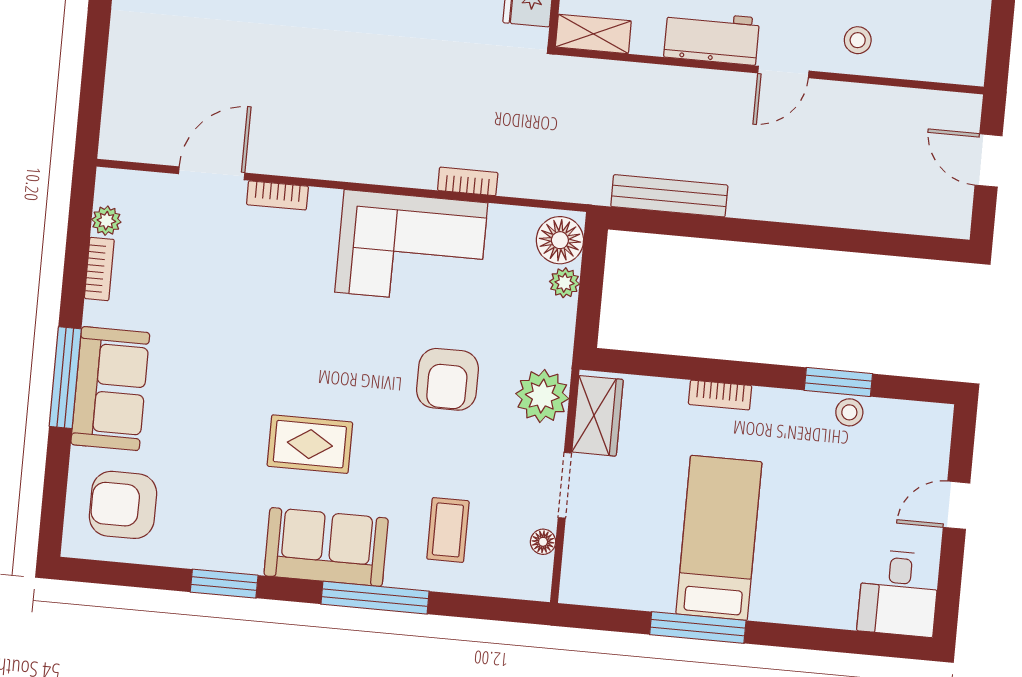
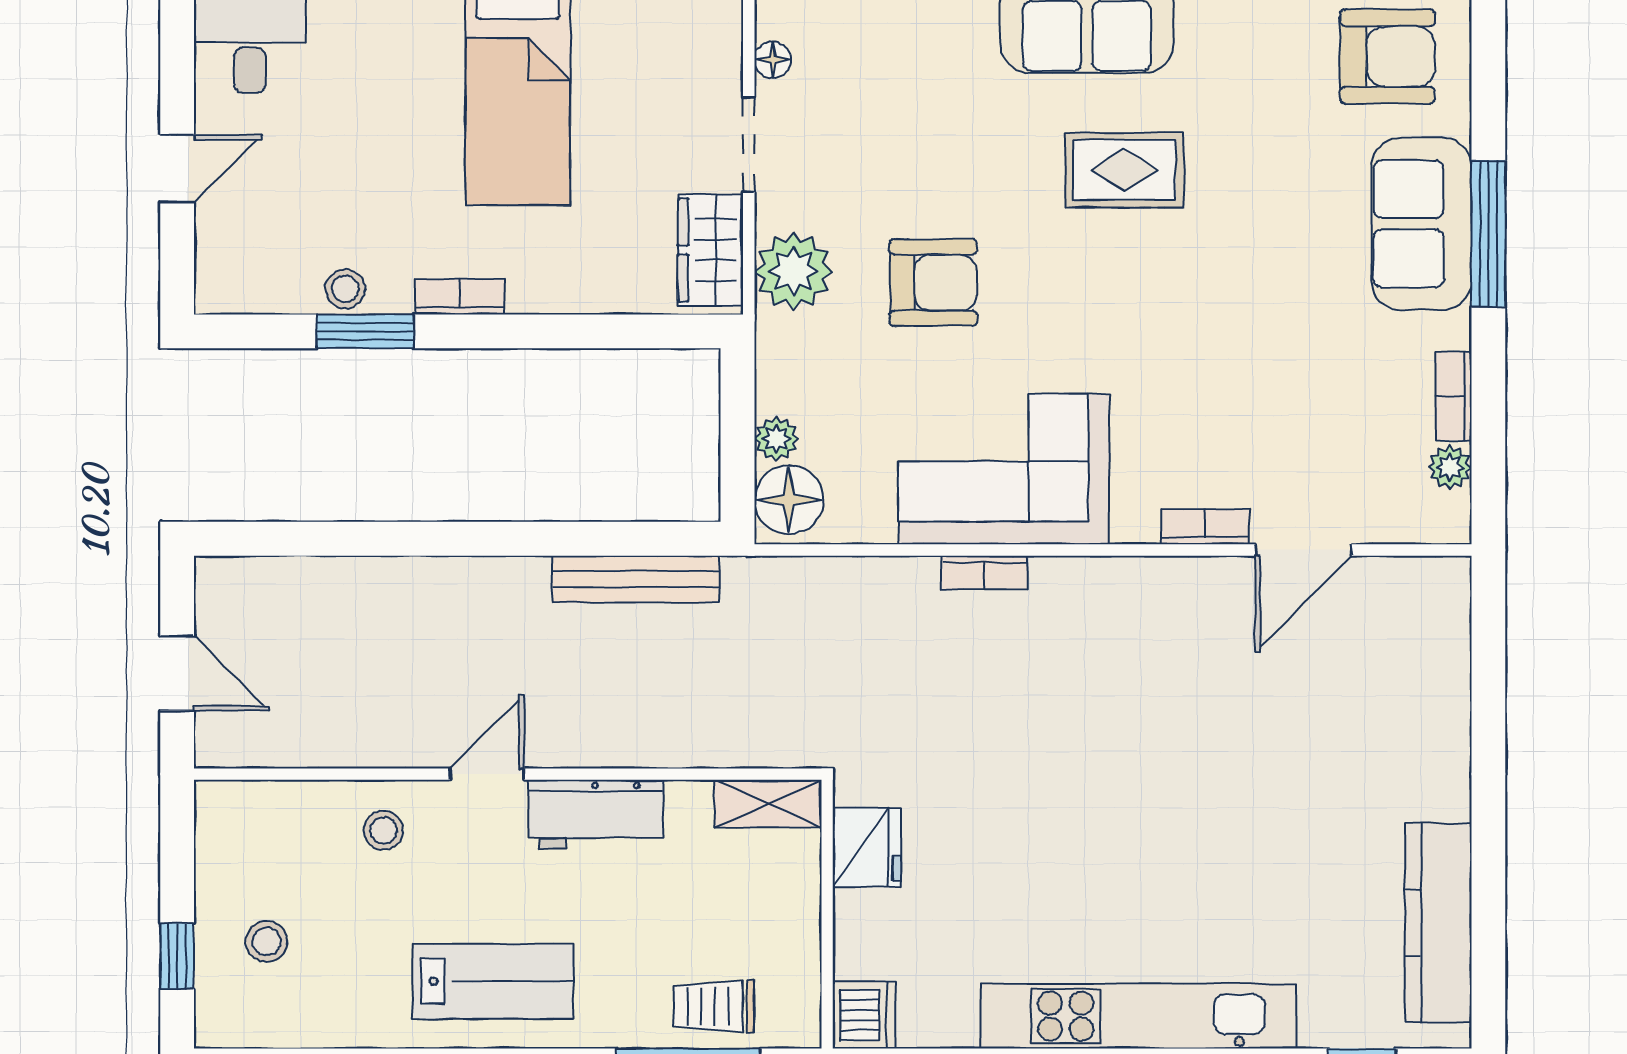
bookcase: (468, 181) -> (984, 573), moved
armchair: (447, 379) -> (933, 283), turned 90
bookcase: (720, 395) -> (460, 297), moved
coffee table: (448, 530) -> (912, 64), removed

